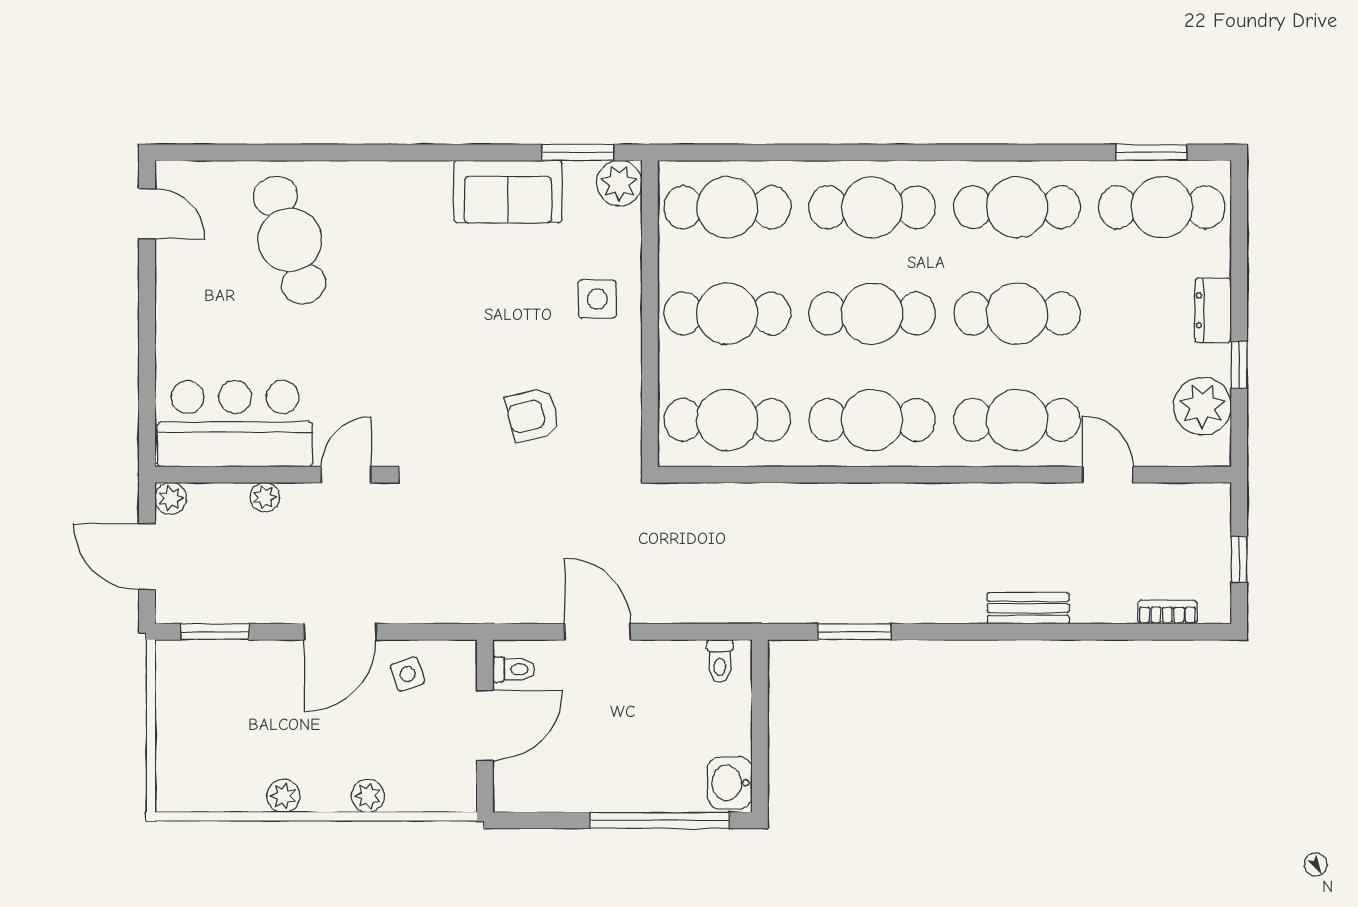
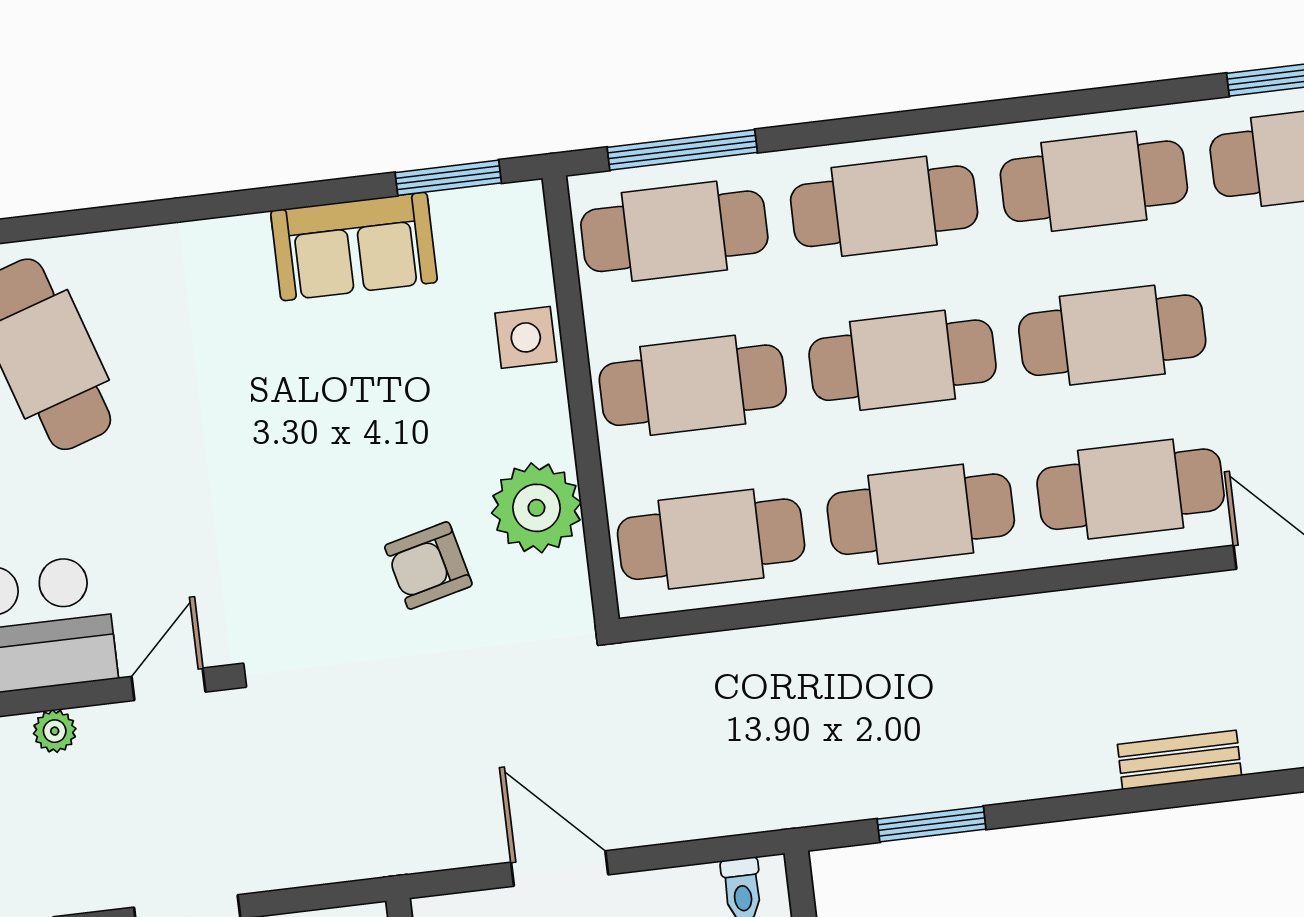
window: (739, 152) -> (682, 150), added
plant: (619, 183) -> (536, 508), moved, width x1.36, depth x1.36
side table: (597, 299) -> (526, 337), moved

